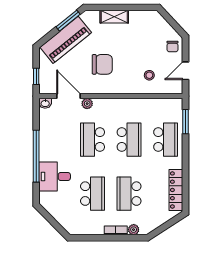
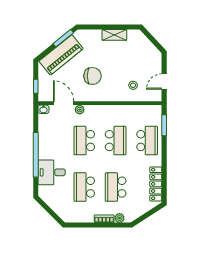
shelving: (114, 17) -> (114, 35), moved
chair: (172, 46) -> (153, 61), removed
school desk: (93, 194) -> (84, 187), turned 180

